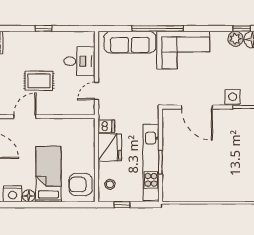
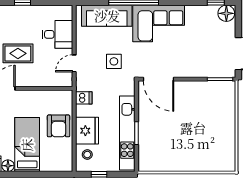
plant: (235, 39) -> (210, 12), removed
side table: (233, 97) -> (114, 61), moved
door: (197, 107) -> (159, 79), moved
fridge: (110, 147) -> (87, 131), moved
armchair: (81, 184) -> (59, 126), moved, turned -90

